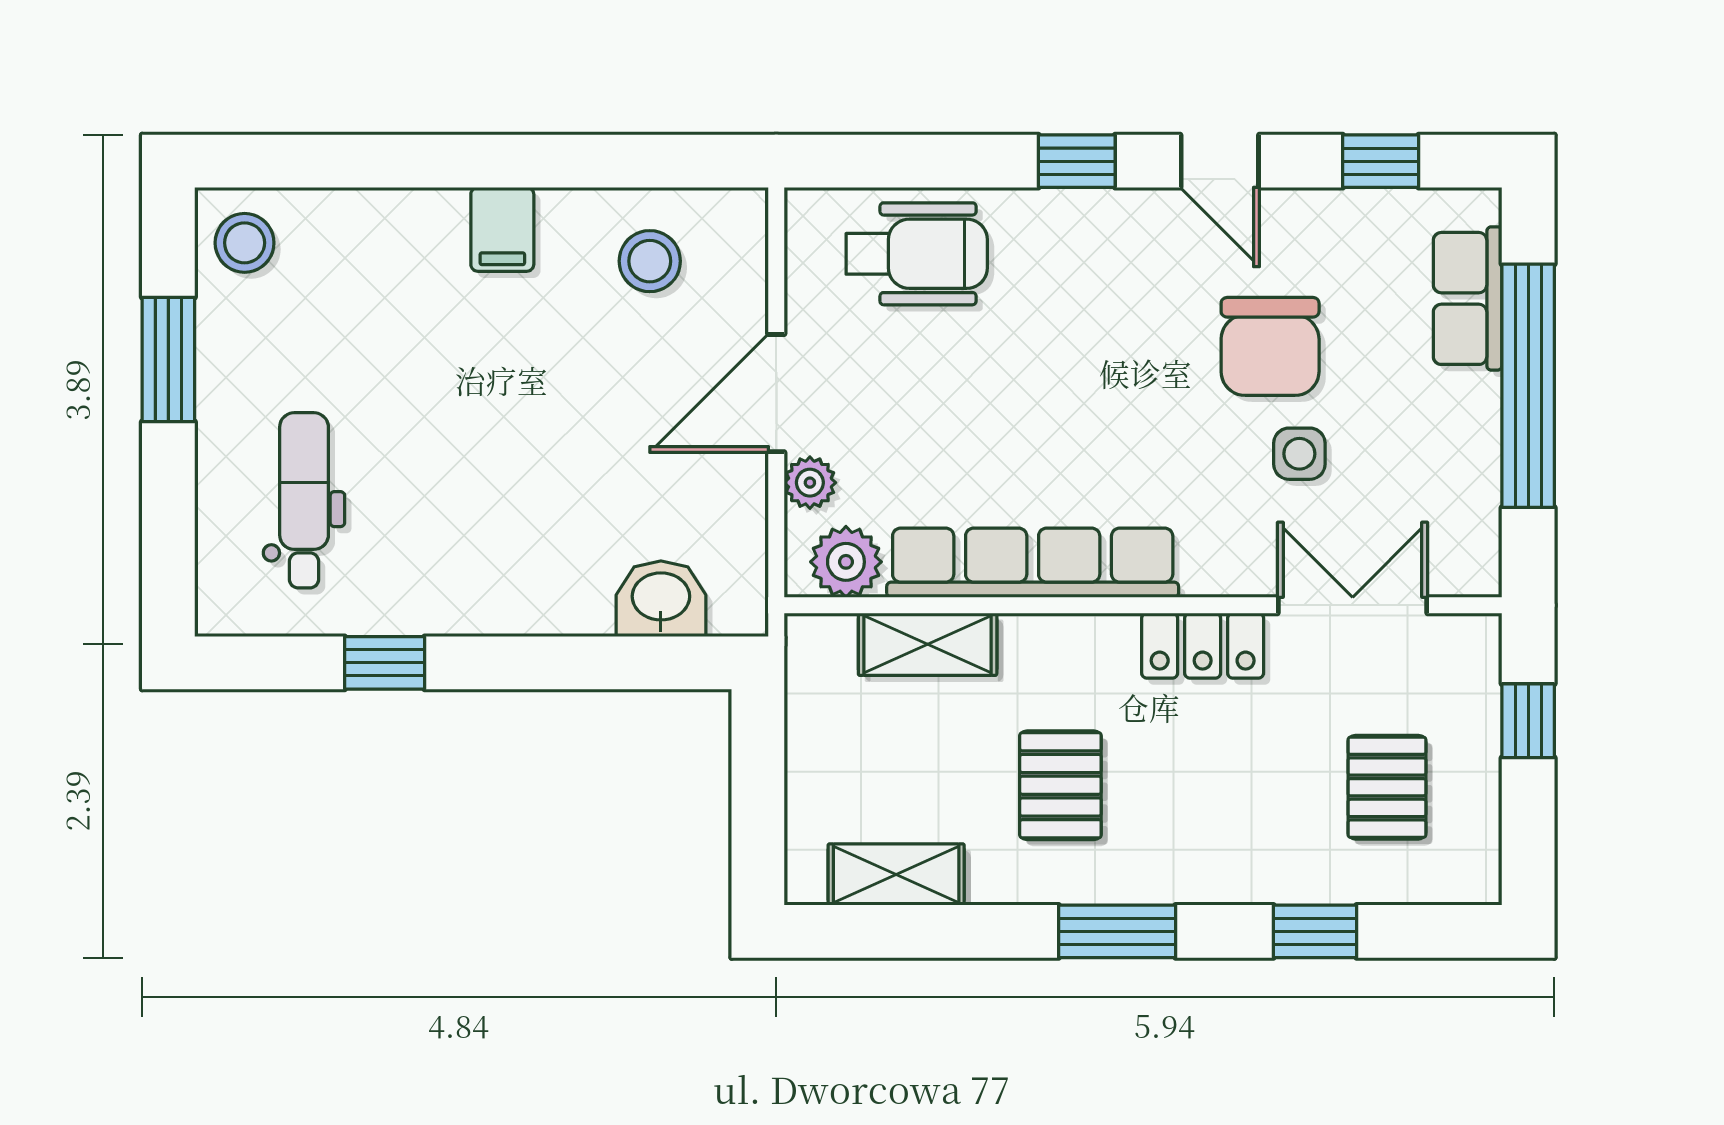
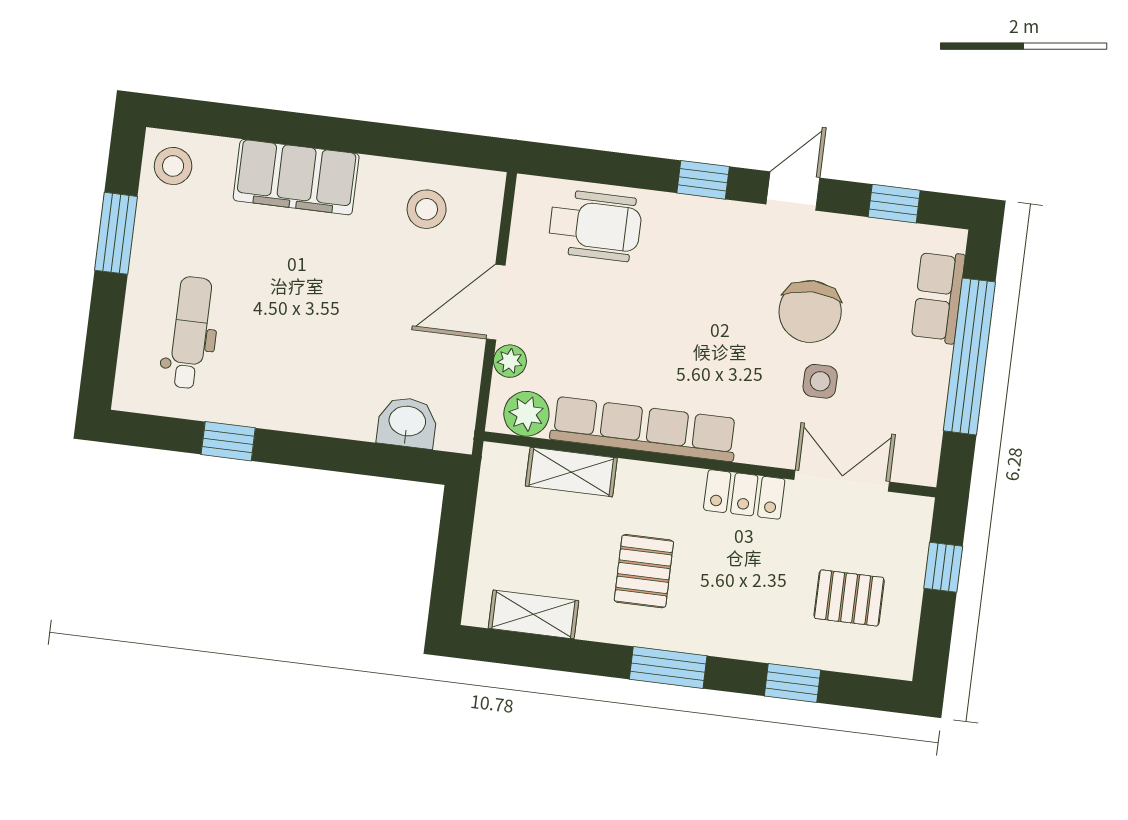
door: (1220, 161) -> (793, 191), swing flipped
filing cabinet: (502, 229) -> (296, 177), width x3.00, depth x1.17
pallet: (1387, 787) -> (849, 598), turned 90

